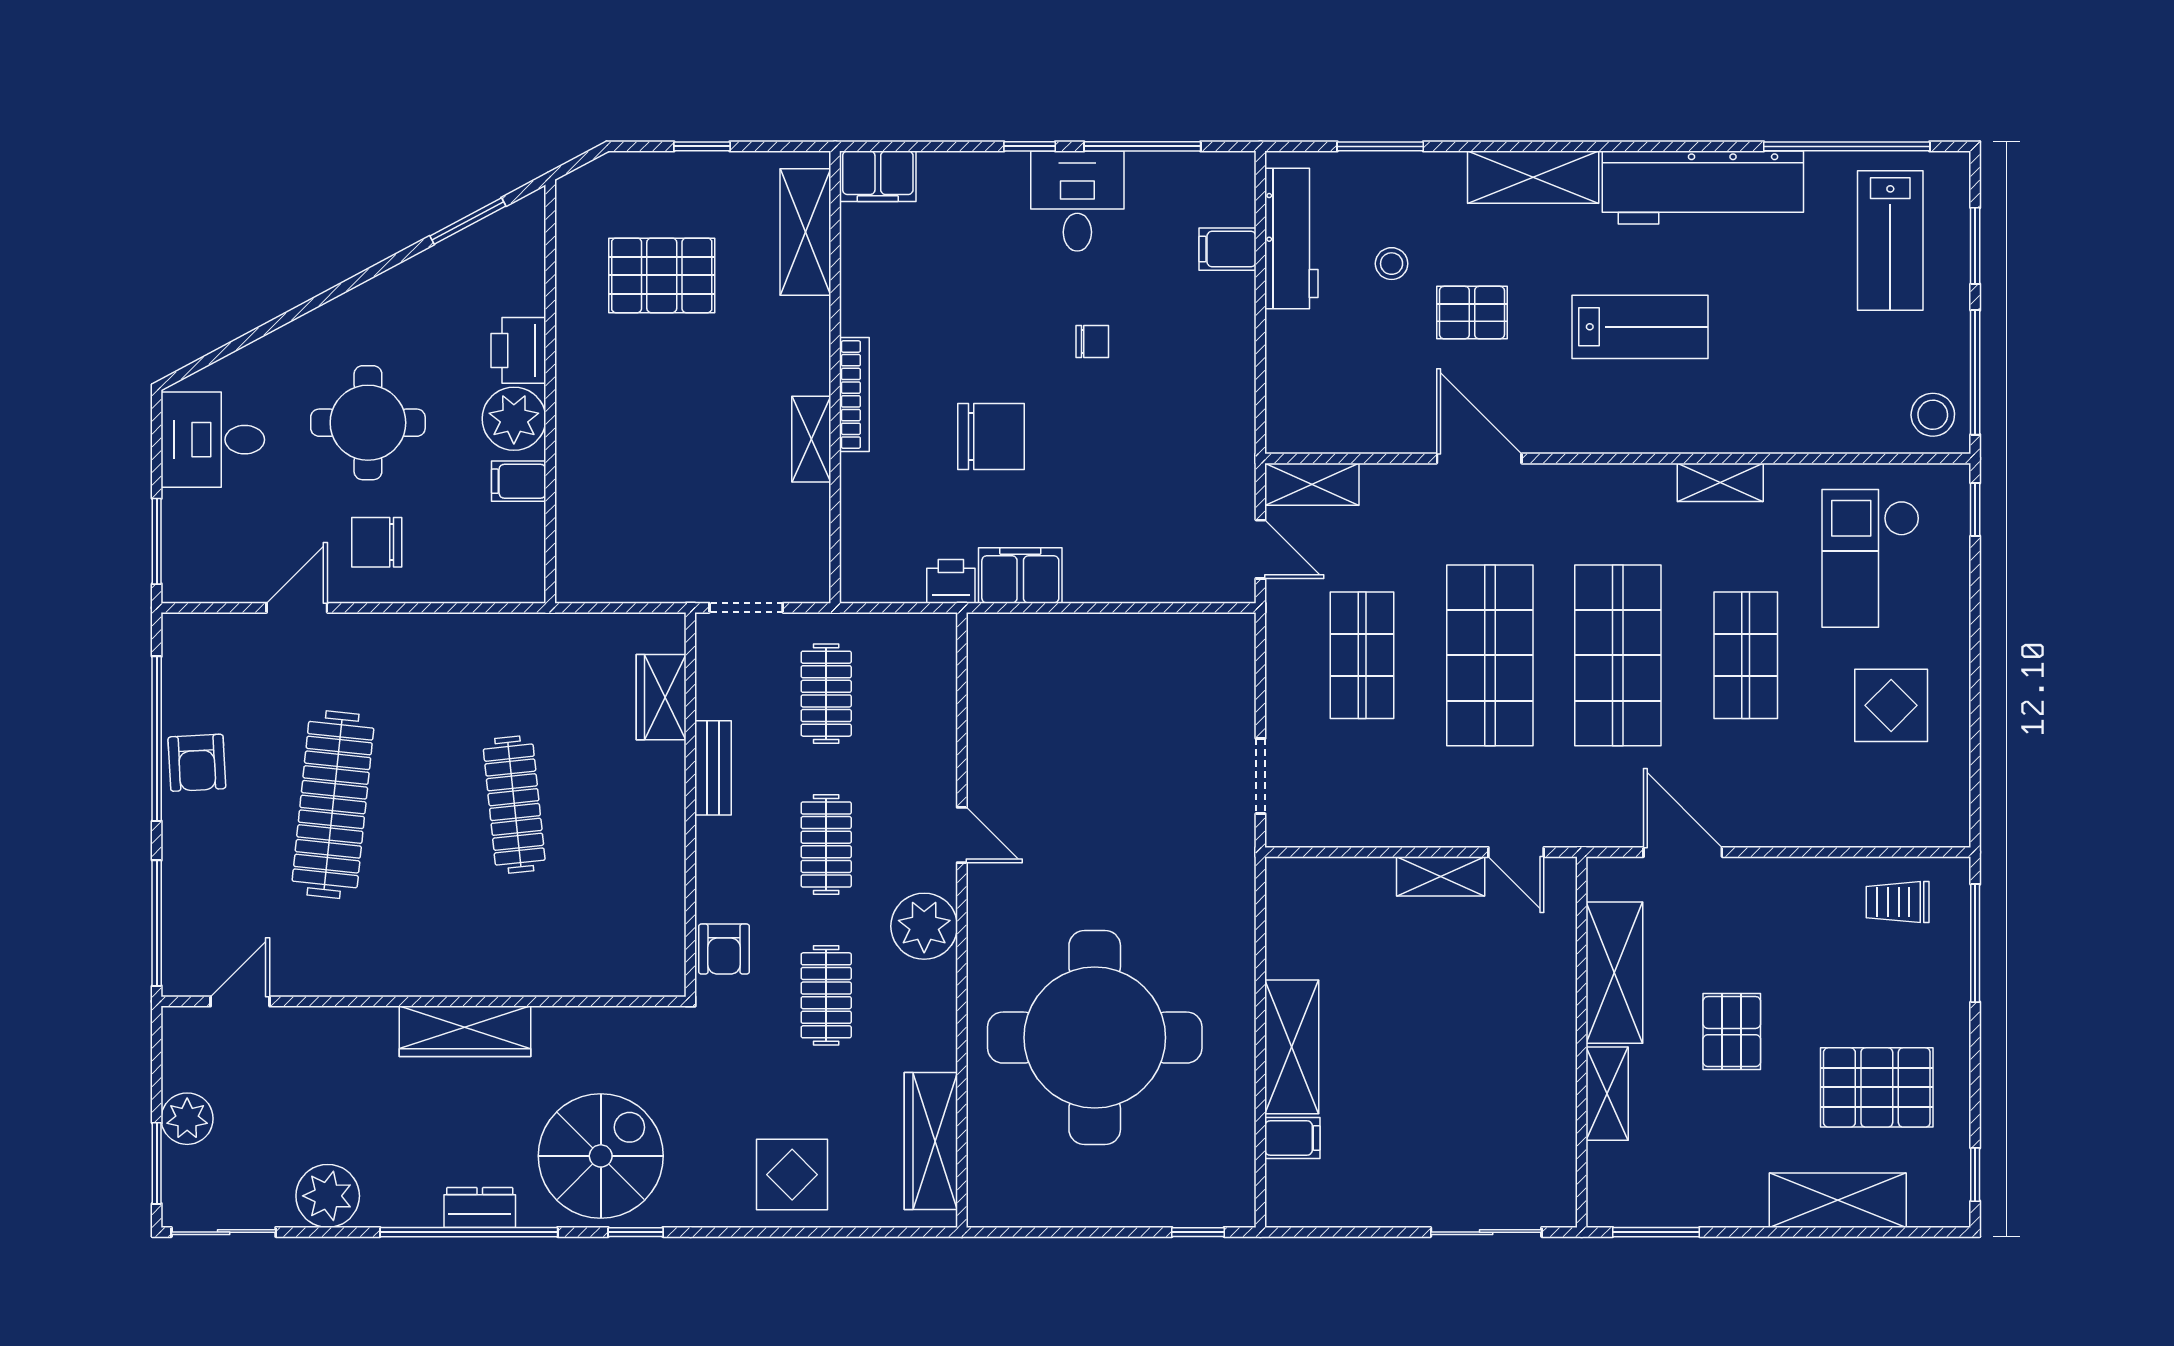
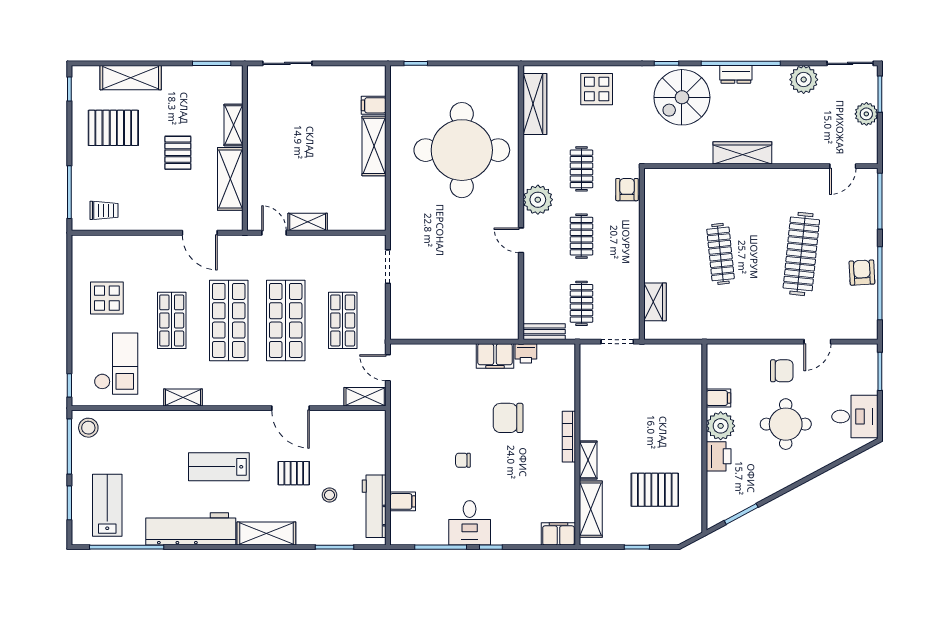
shelving: (811, 439) -> (588, 460), moved
bench: (713, 768) -> (544, 332), moved, turned 90

